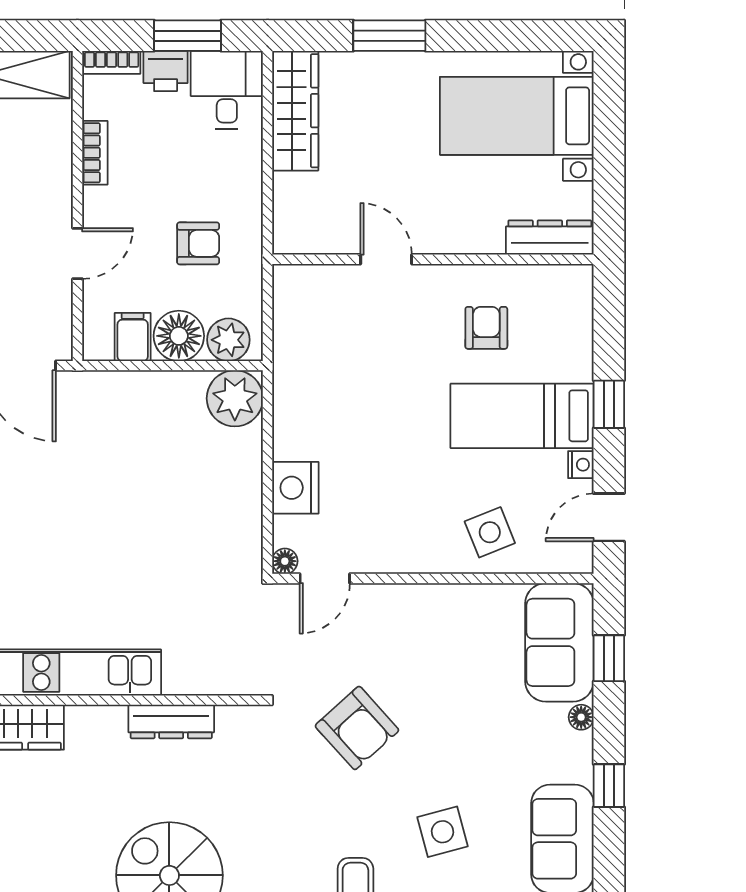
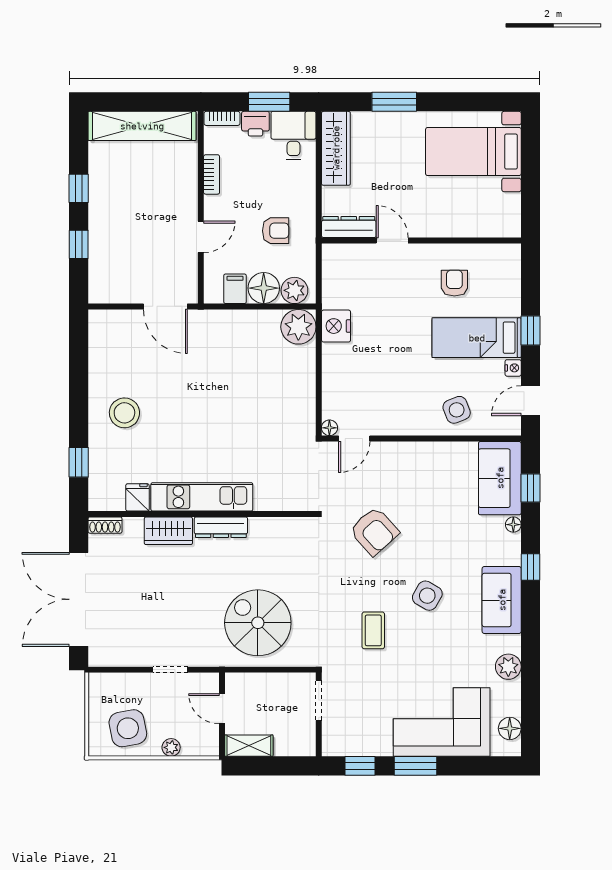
dresser: (550, 237) -> (349, 227), moved
nightstand: (295, 488) -> (336, 326), moved
dresser: (171, 722) -> (221, 527), moved
side table: (443, 832) -> (427, 596), turned 45

